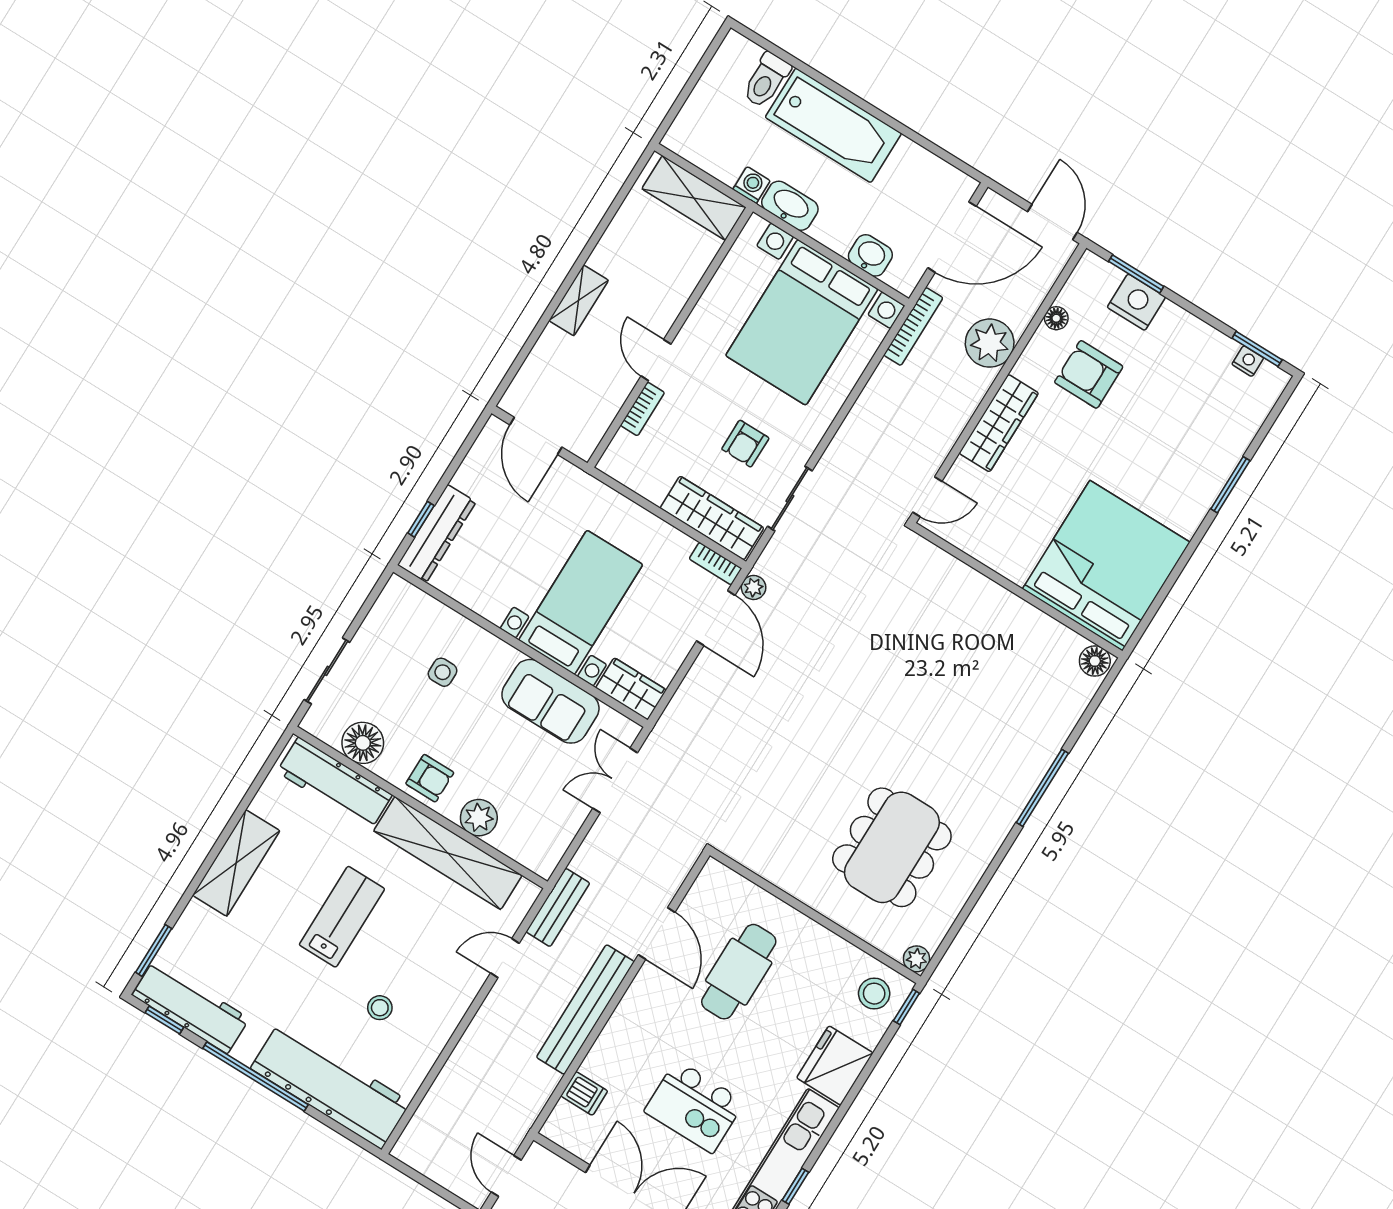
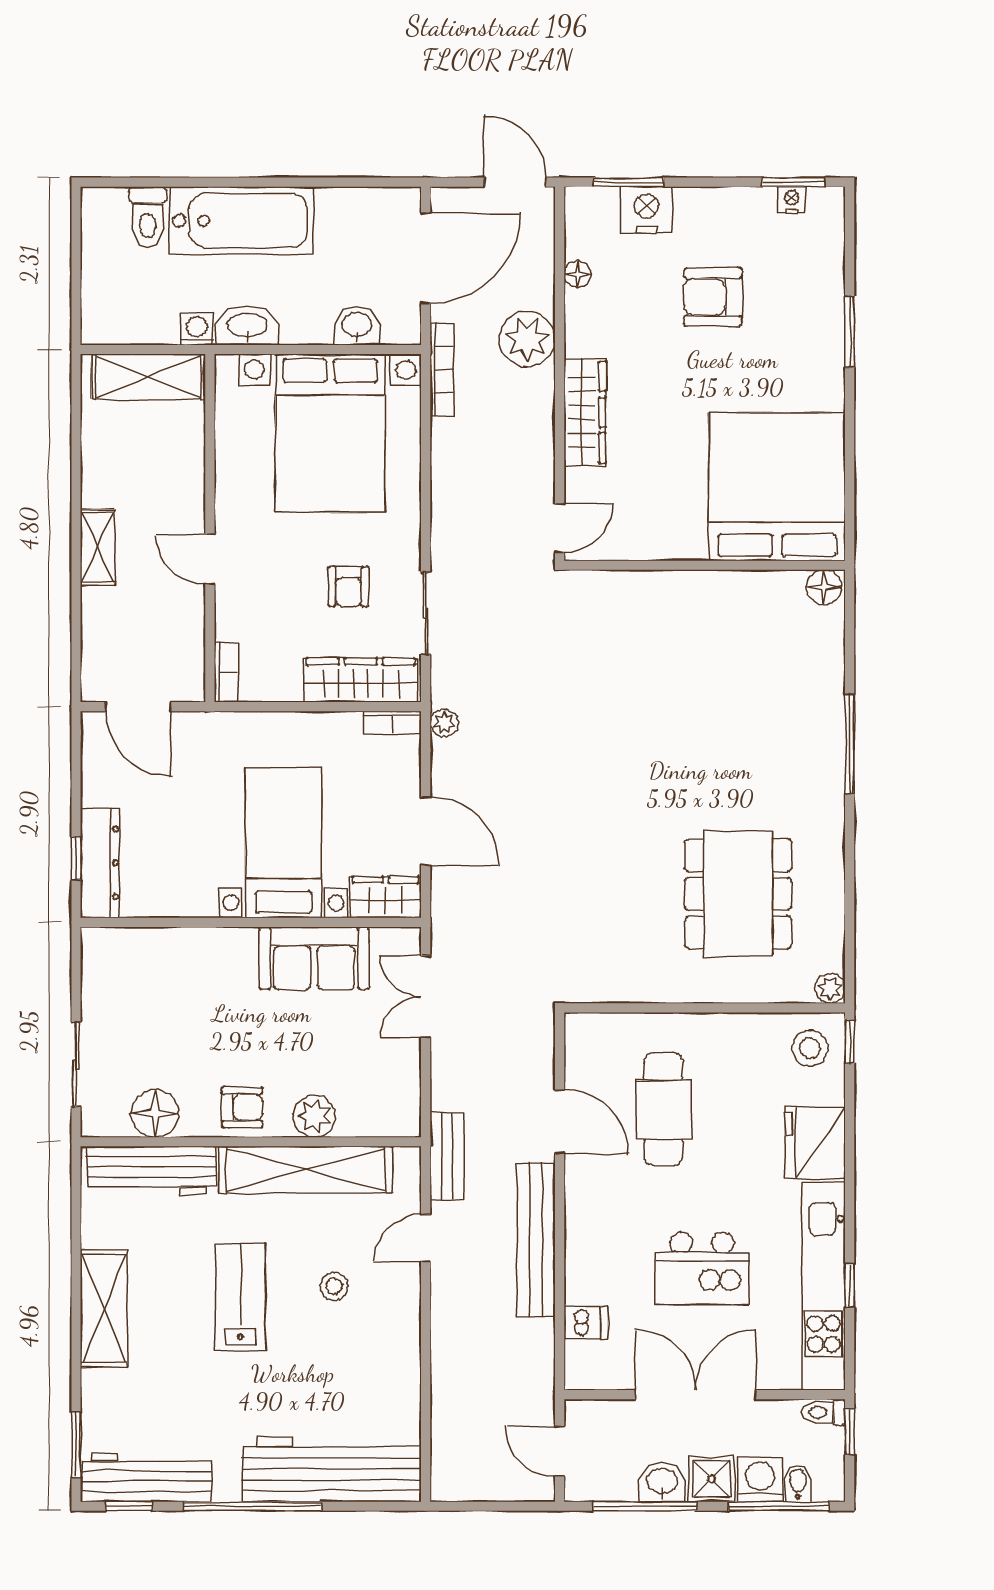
armchair: (1089, 374) -> (713, 297), moved
bookcase: (642, 409) -> (226, 672), moved
door: (716, 618) -> (426, 831), moved
side table: (443, 672) -> (190, 995), removed
stool: (380, 1008) -> (334, 1286), moved

